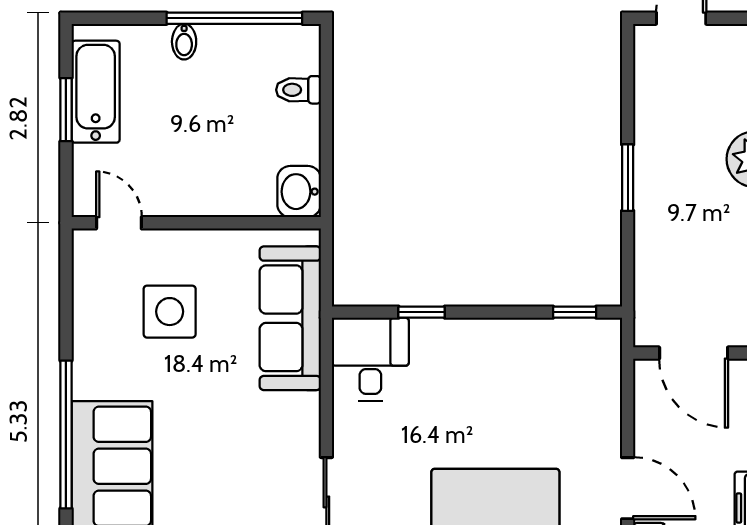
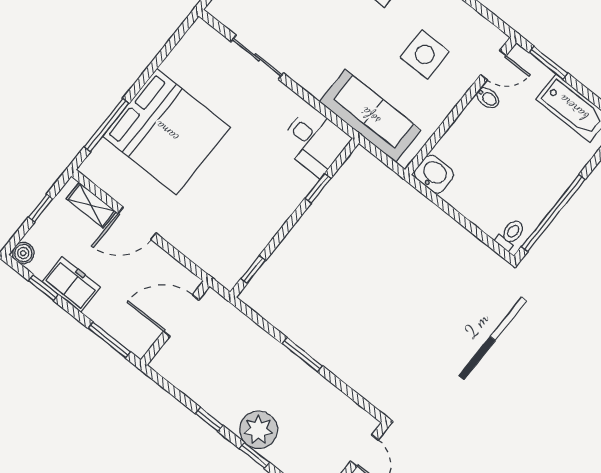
bidet: (184, 42) -> (488, 98), moved, turned 180
toilet: (298, 90) -> (511, 235), moved
window: (66, 110) -> (548, 63), moved

